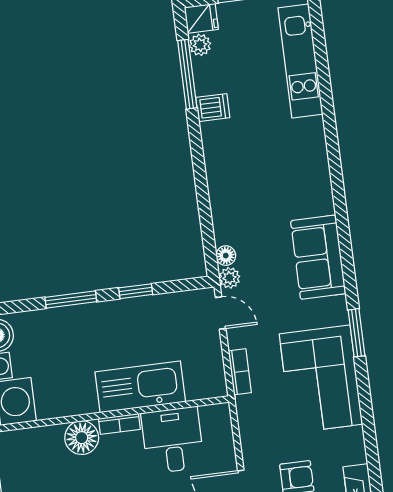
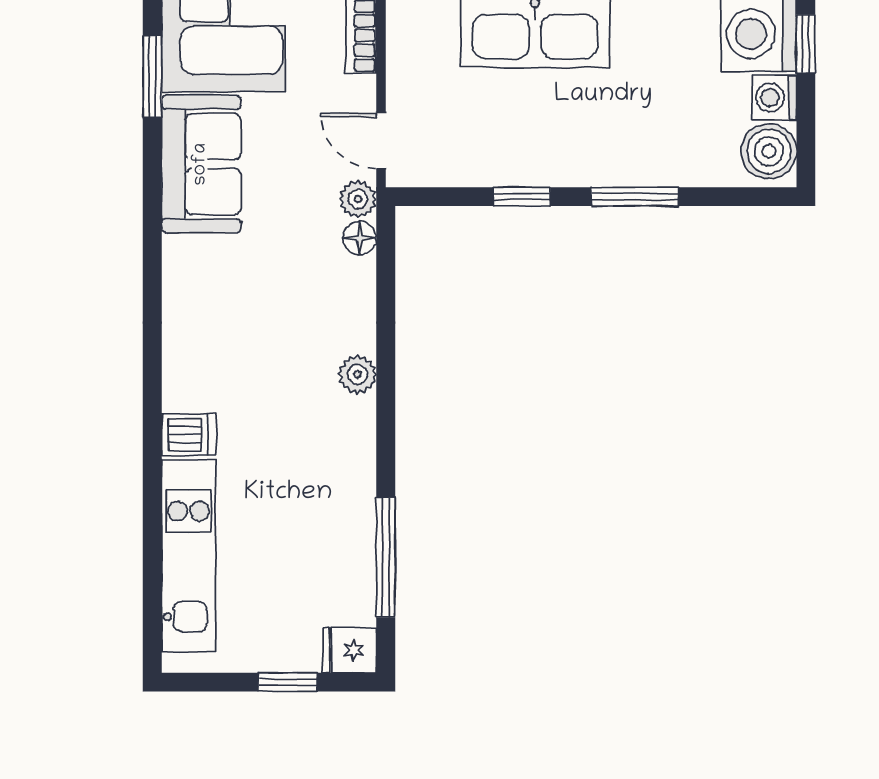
plant: (200, 45) -> (357, 374), moved
dishwasher: (213, 108) -> (189, 435), moved, turned 180
sofa: (318, 257) -> (201, 164), moved

